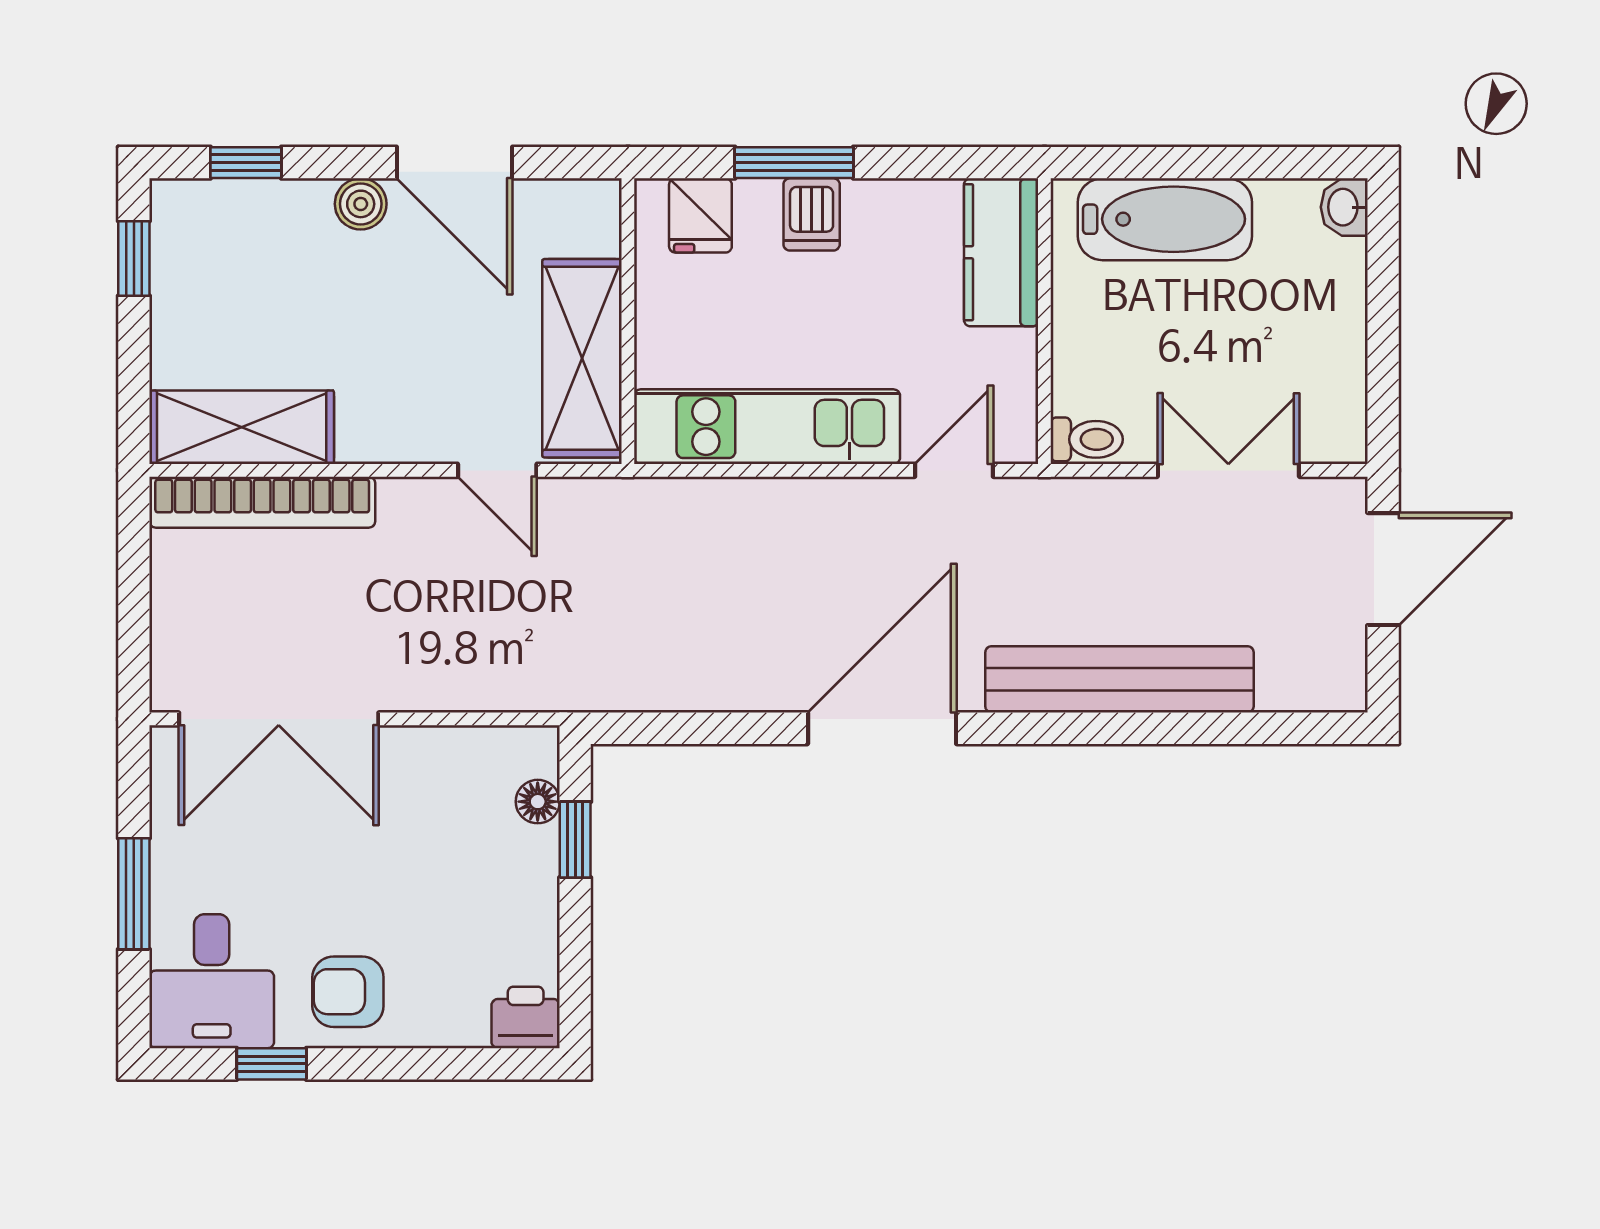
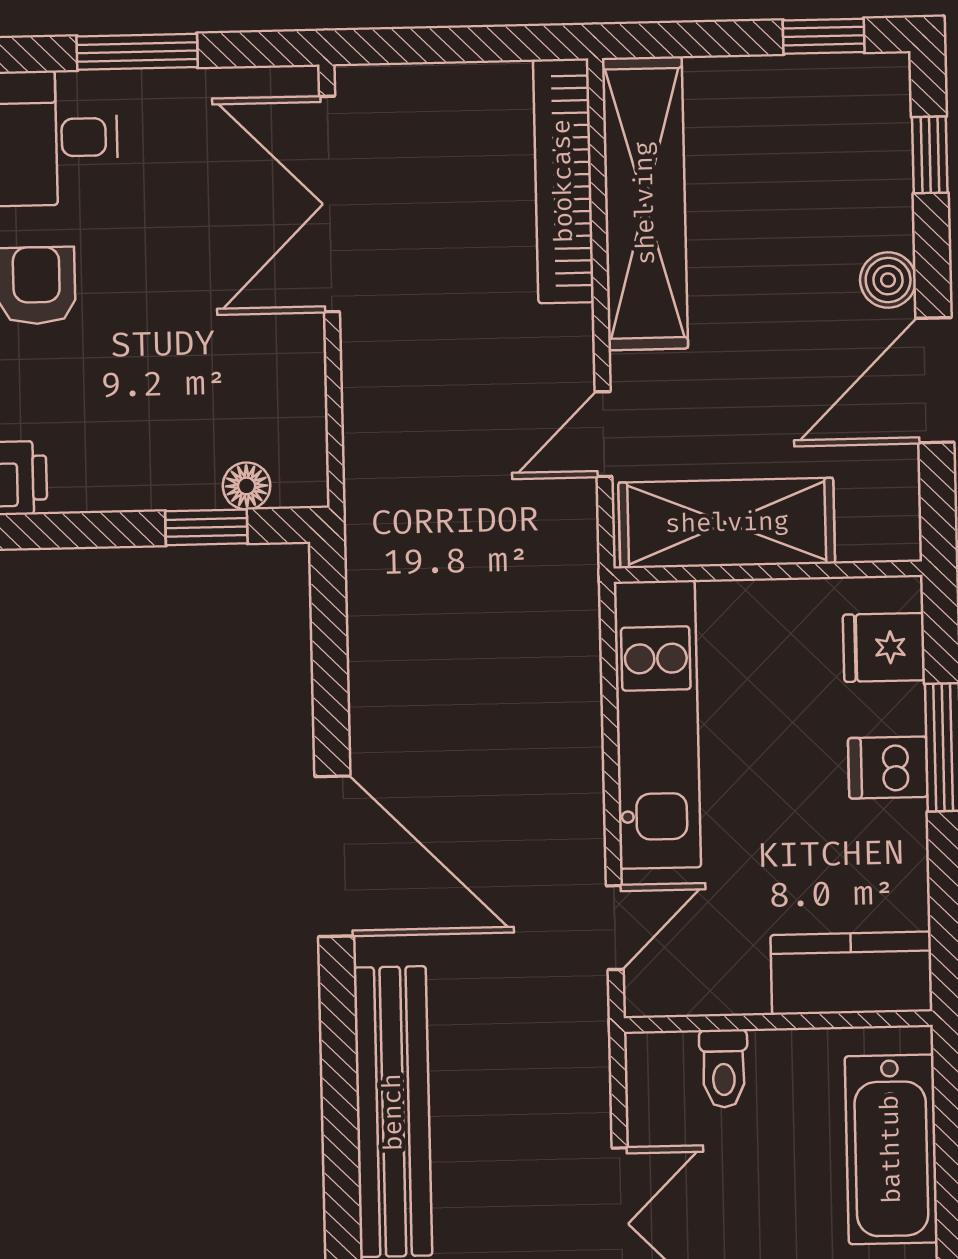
shelving: (242, 427) -> (645, 203), width x1.47
toilet: (1087, 439) -> (724, 1069), moved
door: (954, 470) -> (615, 928), hinge flipped

